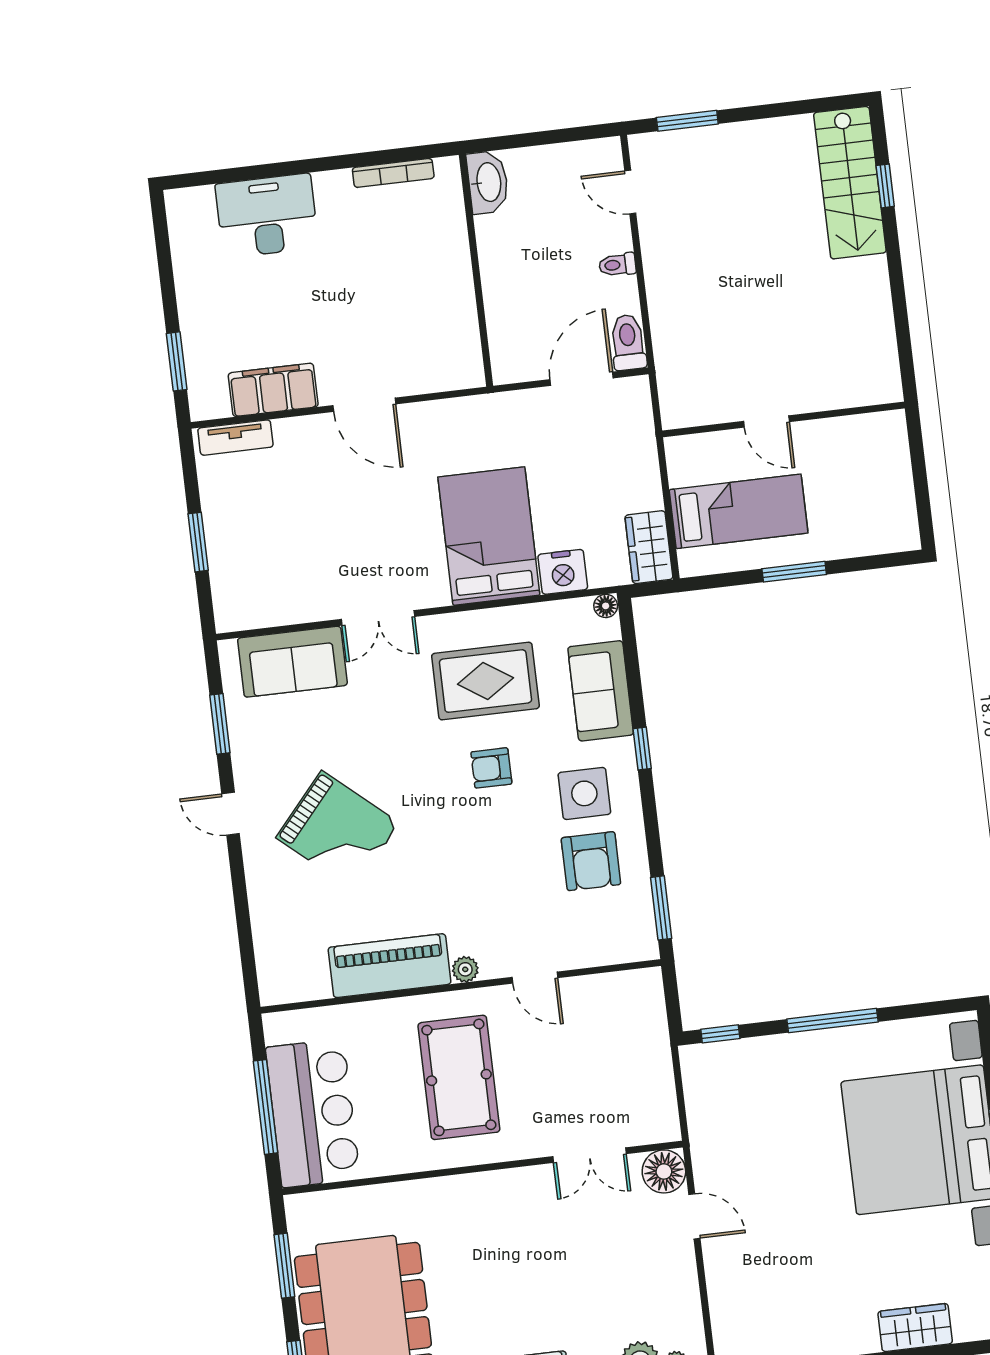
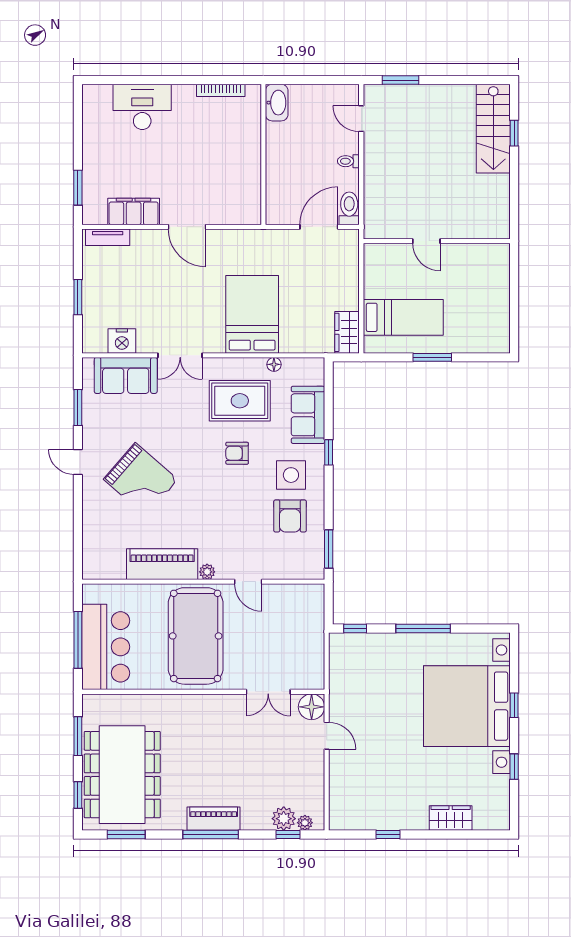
wall: (784, 420) -> (437, 241), moved
door: (766, 422) -> (426, 241), moved
nightstand: (563, 572) -> (122, 341), moved
floor lamp: (606, 606) -> (274, 364), moved
pool table: (459, 1077) -> (196, 636), width x1.36, depth x1.32

